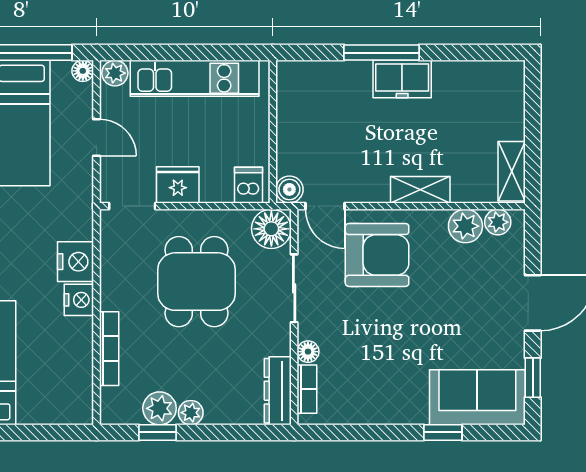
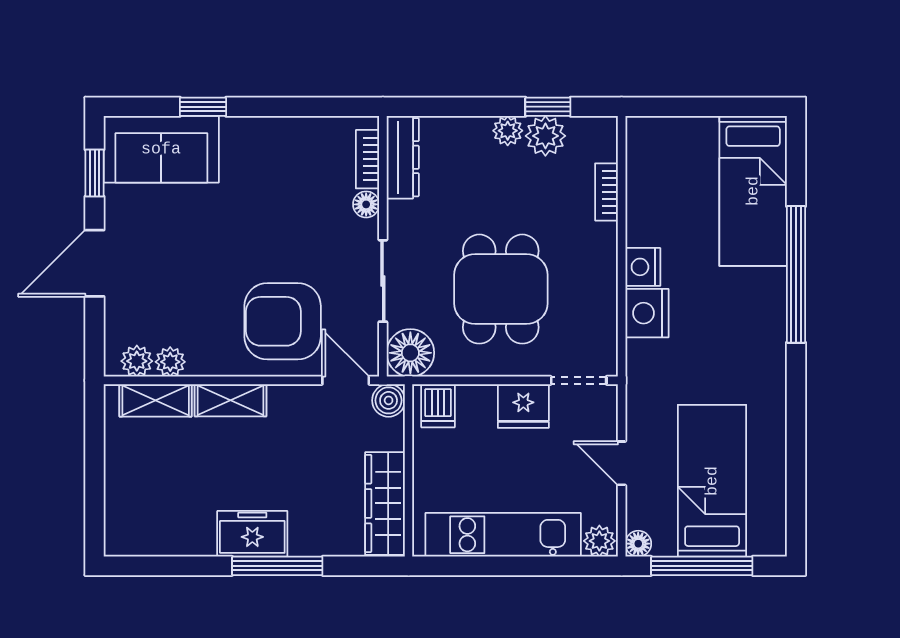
wardrobe: (292, 104) -> (385, 503), added
shelving: (512, 171) -> (156, 400), moved, turned 90
plant: (465, 226) -> (170, 362), width x0.73, depth x0.73
bookcase: (109, 349) -> (606, 192), width x0.64

